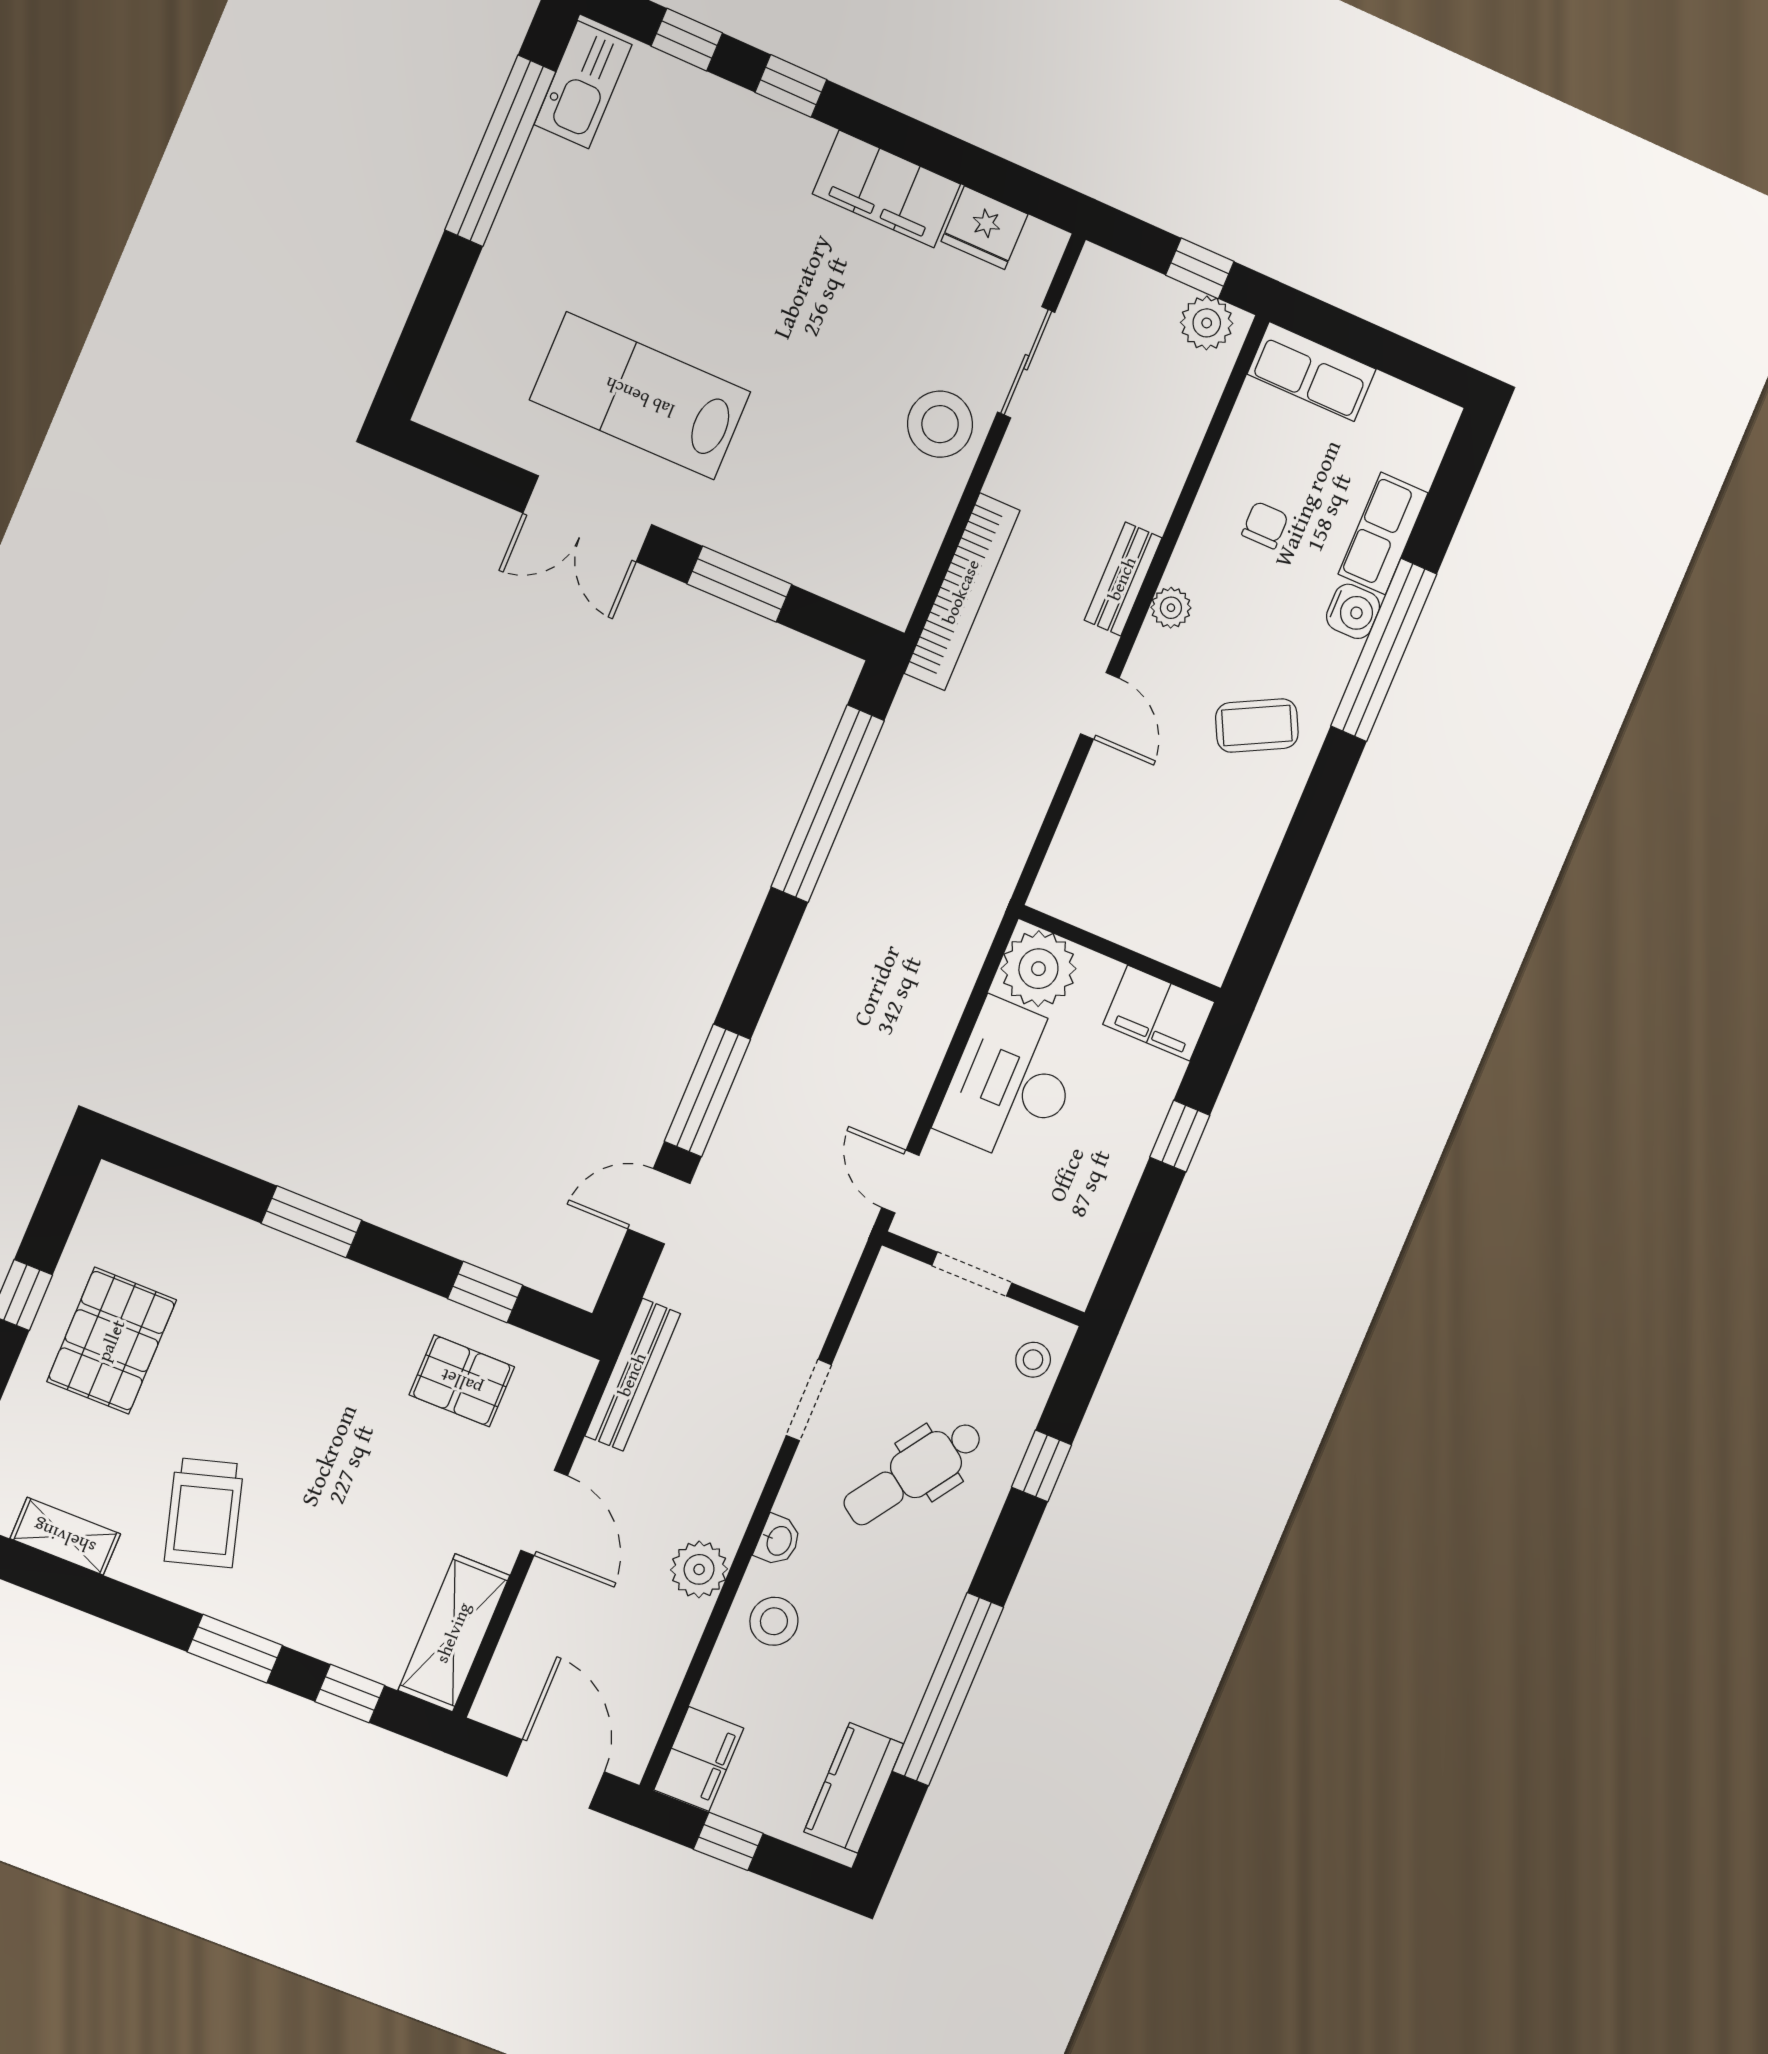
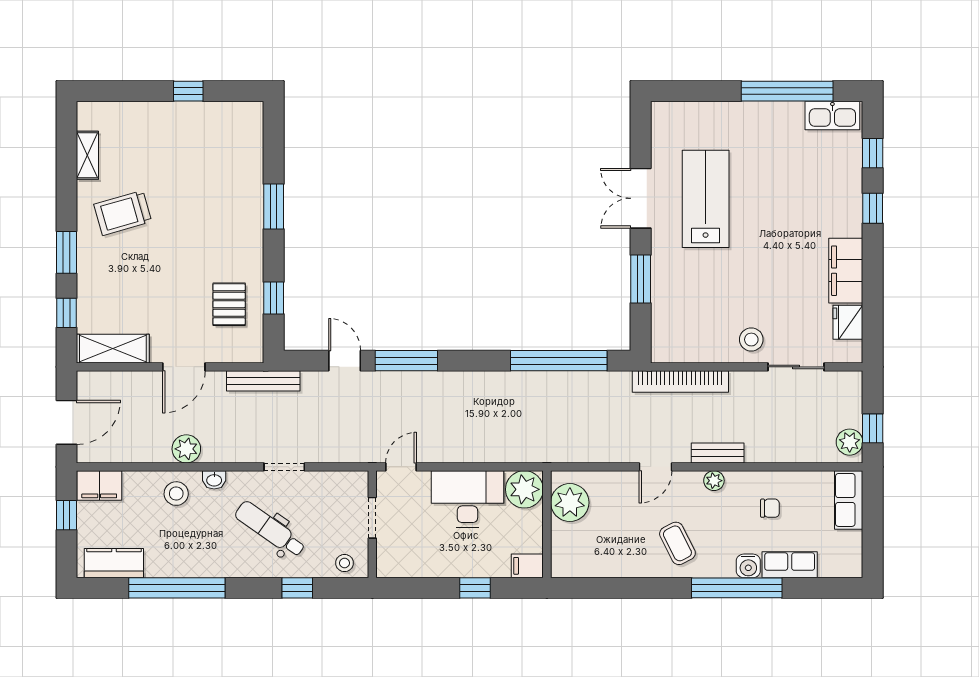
stool: (940, 424) -> (751, 340), width x0.73, depth x0.73
plant: (1098, 894) -> (570, 503), added
filing cabinet: (1159, 1013) -> (527, 566), width x0.50
pallet: (112, 1341) -> (184, 139), removed

